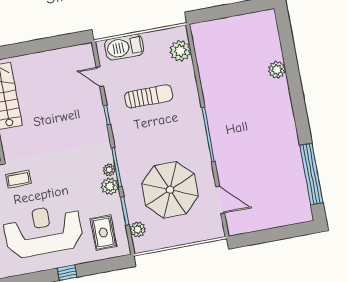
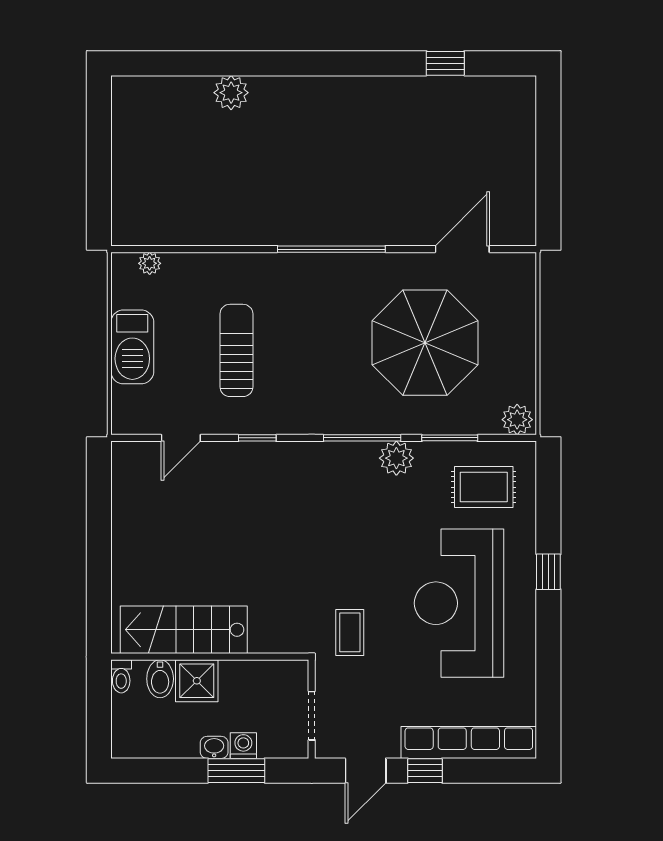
barbecue: (124, 47) -> (132, 347), moved
plant: (180, 51) -> (150, 263), width x0.53, depth x0.53
plant: (109, 170) -> (364, 453), removed
window: (311, 174) -> (445, 63), width x0.32
plant: (138, 230) -> (517, 420), moved

